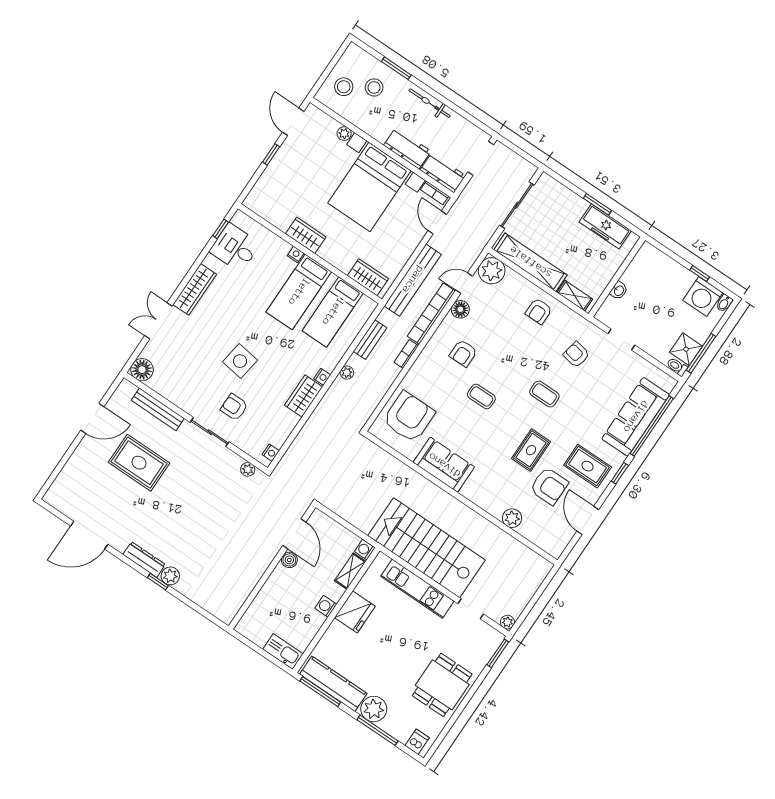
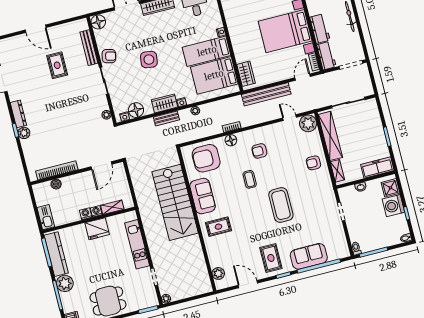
freezer: (605, 226) -> (377, 168), moved, turned 90
wardrobe: (306, 235) -> (234, 27), removed
washing machine: (703, 296) -> (393, 206), moved
floor lamp: (460, 309) -> (231, 140), moved
bed: (333, 312) -> (214, 75), width x1.50
bookcase: (431, 314) -> (57, 170), moved
bench: (370, 340) -> (166, 118), moved
shower: (686, 349) -> (390, 188), moved
armchair: (576, 355) -> (313, 200), removed
coffee table: (544, 394) -> (281, 205), width x1.86, depth x1.72
armchair: (234, 407) -> (109, 56), moved, turned 104
armchair: (409, 417) -> (206, 158), turned 180
sofa: (636, 417) -> (309, 256), width x0.73
door: (92, 418) -> (36, 29), moved
floor lamp: (277, 433) -> (136, 110), added
rug: (531, 450) -> (218, 227), moved
rug: (139, 463) -> (57, 65), width x0.73, depth x0.70
armchair: (549, 486) -> (244, 251), removed
plant: (512, 518) -> (218, 273), moved
door: (588, 520) -> (248, 284), hinge flipped
stairs: (427, 548) -> (175, 202), moved, turned 180
washing machine: (365, 550) -> (96, 211), moved
boiler: (289, 560) -> (56, 184), moved

